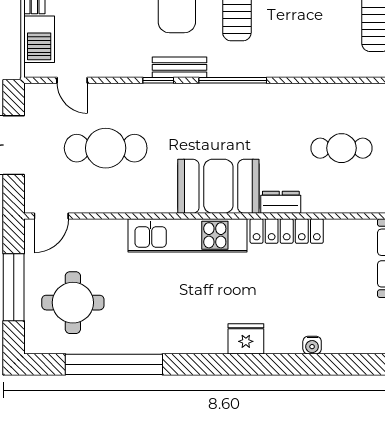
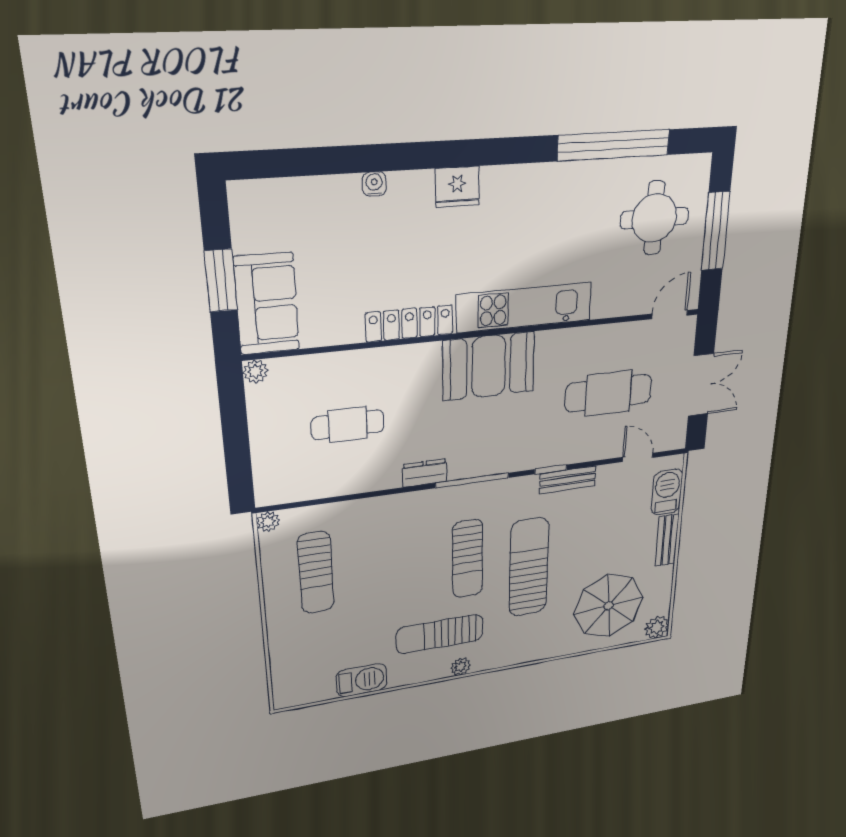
bench: (179, 67) -> (568, 480), moved
dresser: (281, 202) -> (425, 473), moved, turned 180

